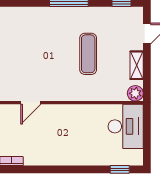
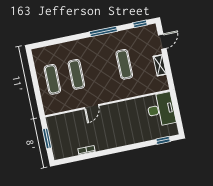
exercise mat: (19, 54) -> (76, 74), added
plant: (135, 93) -> (163, 85), removed

